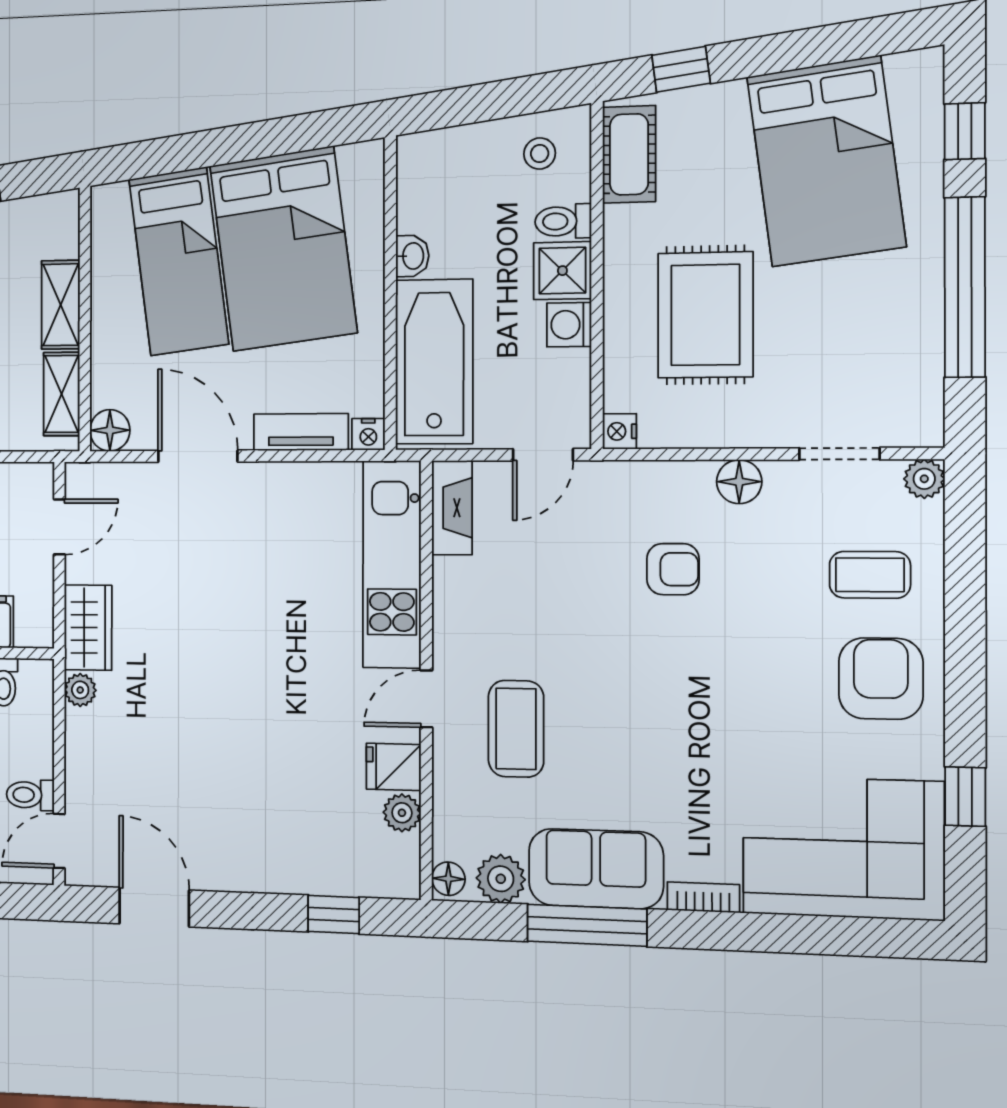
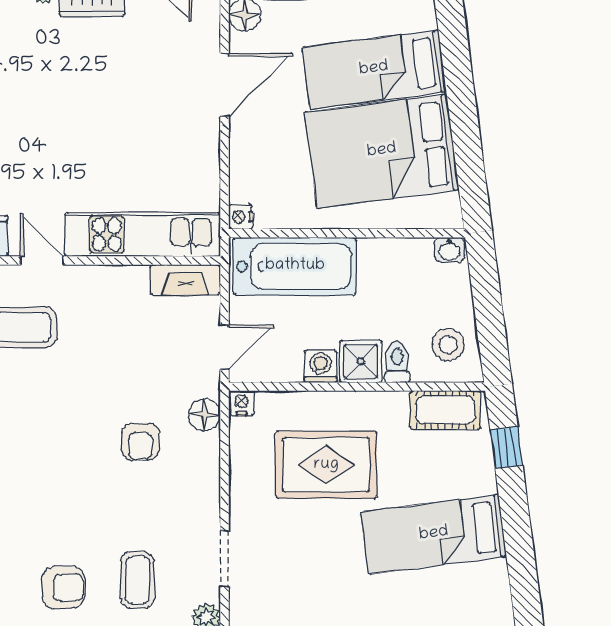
stool: (540, 154) -> (448, 345), width x1.37, depth x1.37
bed: (826, 161) -> (434, 534), width x0.67
washbasin: (412, 256) -> (449, 250), moved
tv unit: (301, 432) -> (242, 165), removed
door: (543, 455) -> (225, 347), swing flipped
floor lamp: (739, 482) -> (204, 415), moved
armchair: (881, 679) -> (63, 587), width x0.72, depth x0.72

